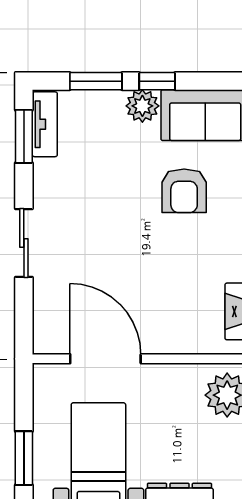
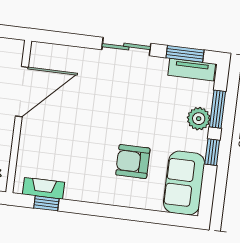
plant: (142, 106) -> (199, 119), moved
sliding door: (24, 243) -> (126, 47), moved

